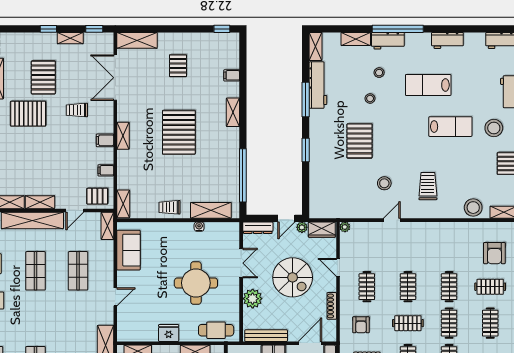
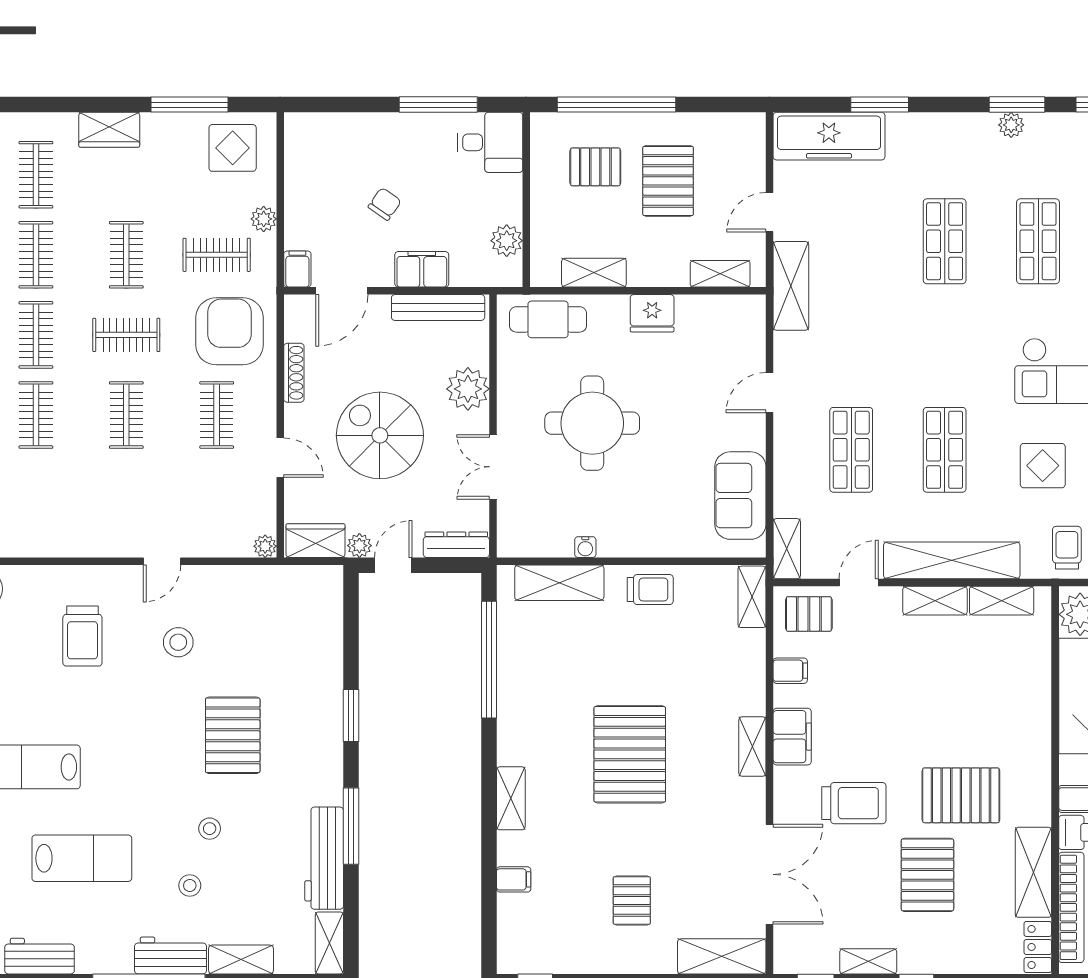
trolley: (77, 110) -> (854, 803), width x1.36, depth x1.39
filing cabinet: (105, 140) -> (792, 737), width x2.00
armchair: (361, 325) -> (229, 331), width x1.88, depth x1.88

